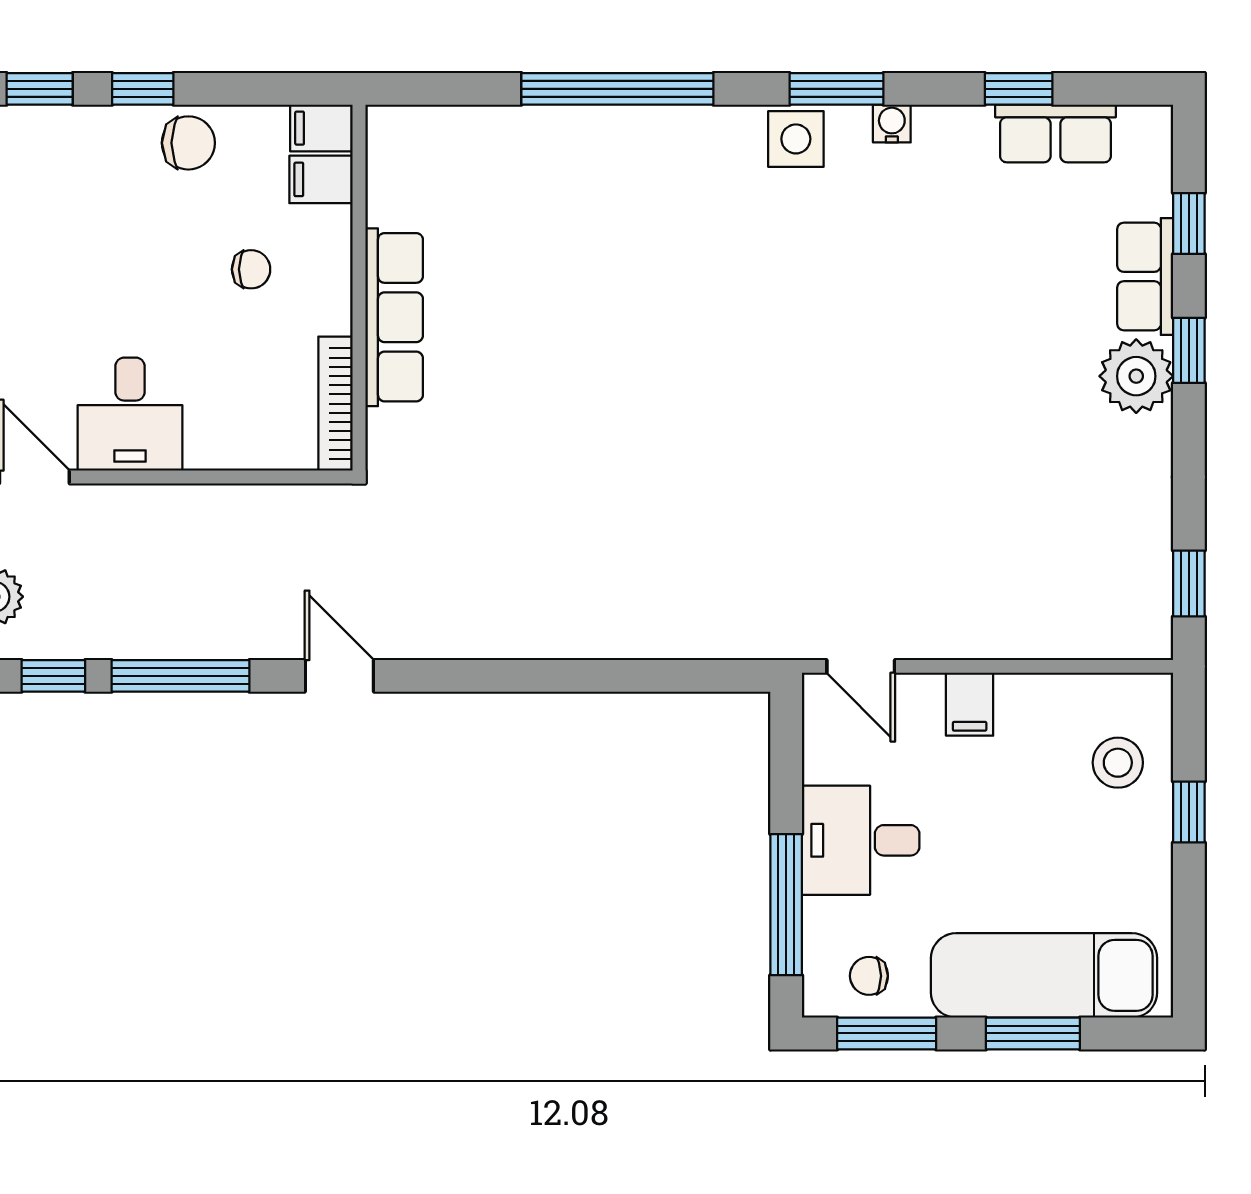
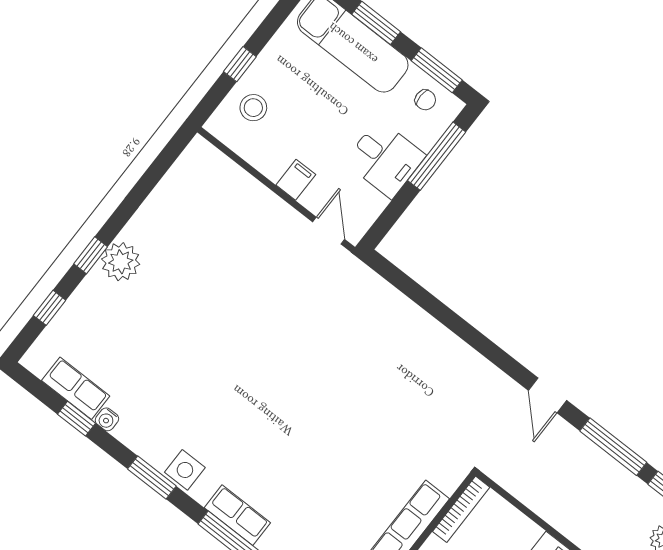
water cooler: (892, 124) -> (107, 419), moved
row of seats: (1145, 277) -> (237, 515), moved, turned -90
window: (1189, 584) -> (166, 159), removed

